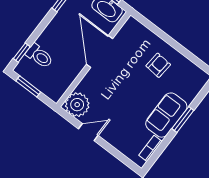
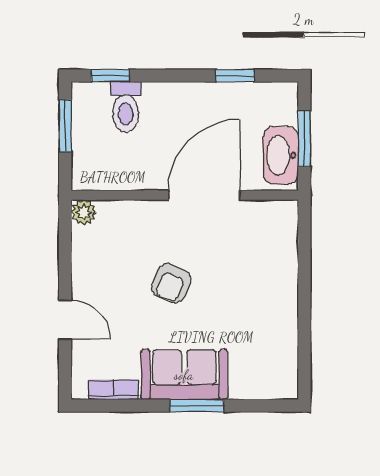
armchair: (158, 65) -> (171, 283), moved, turned 109
plant: (77, 105) -> (84, 212), width x0.53, depth x0.53
door: (88, 132) -> (65, 320), moved

